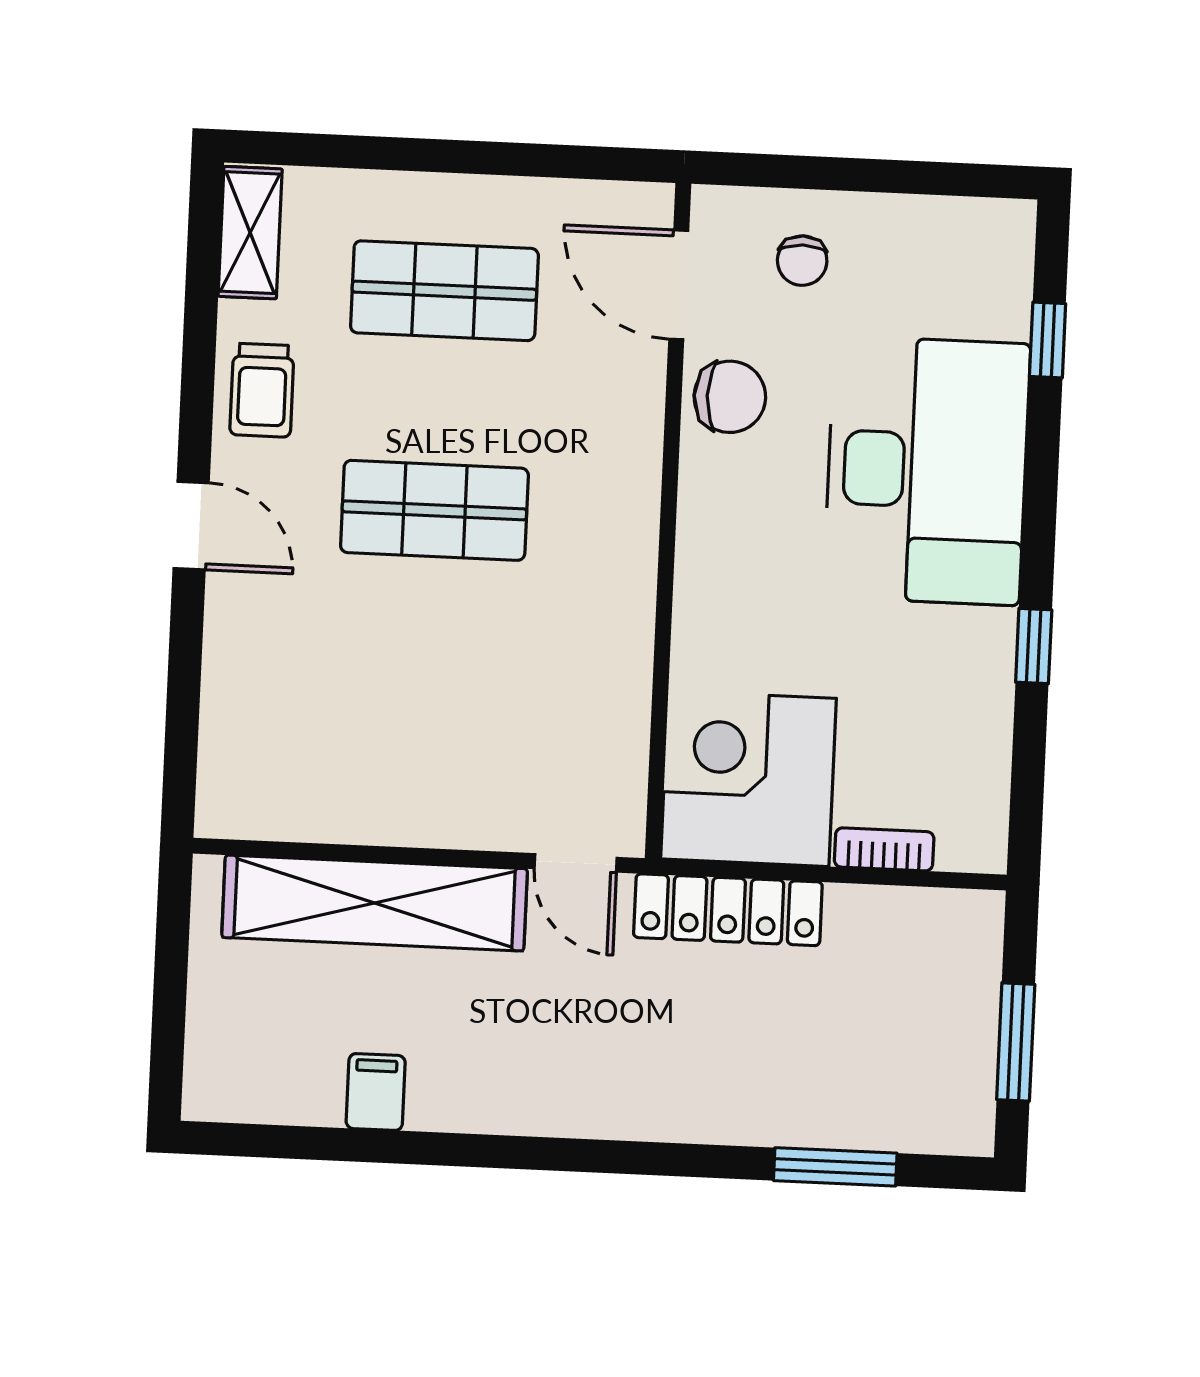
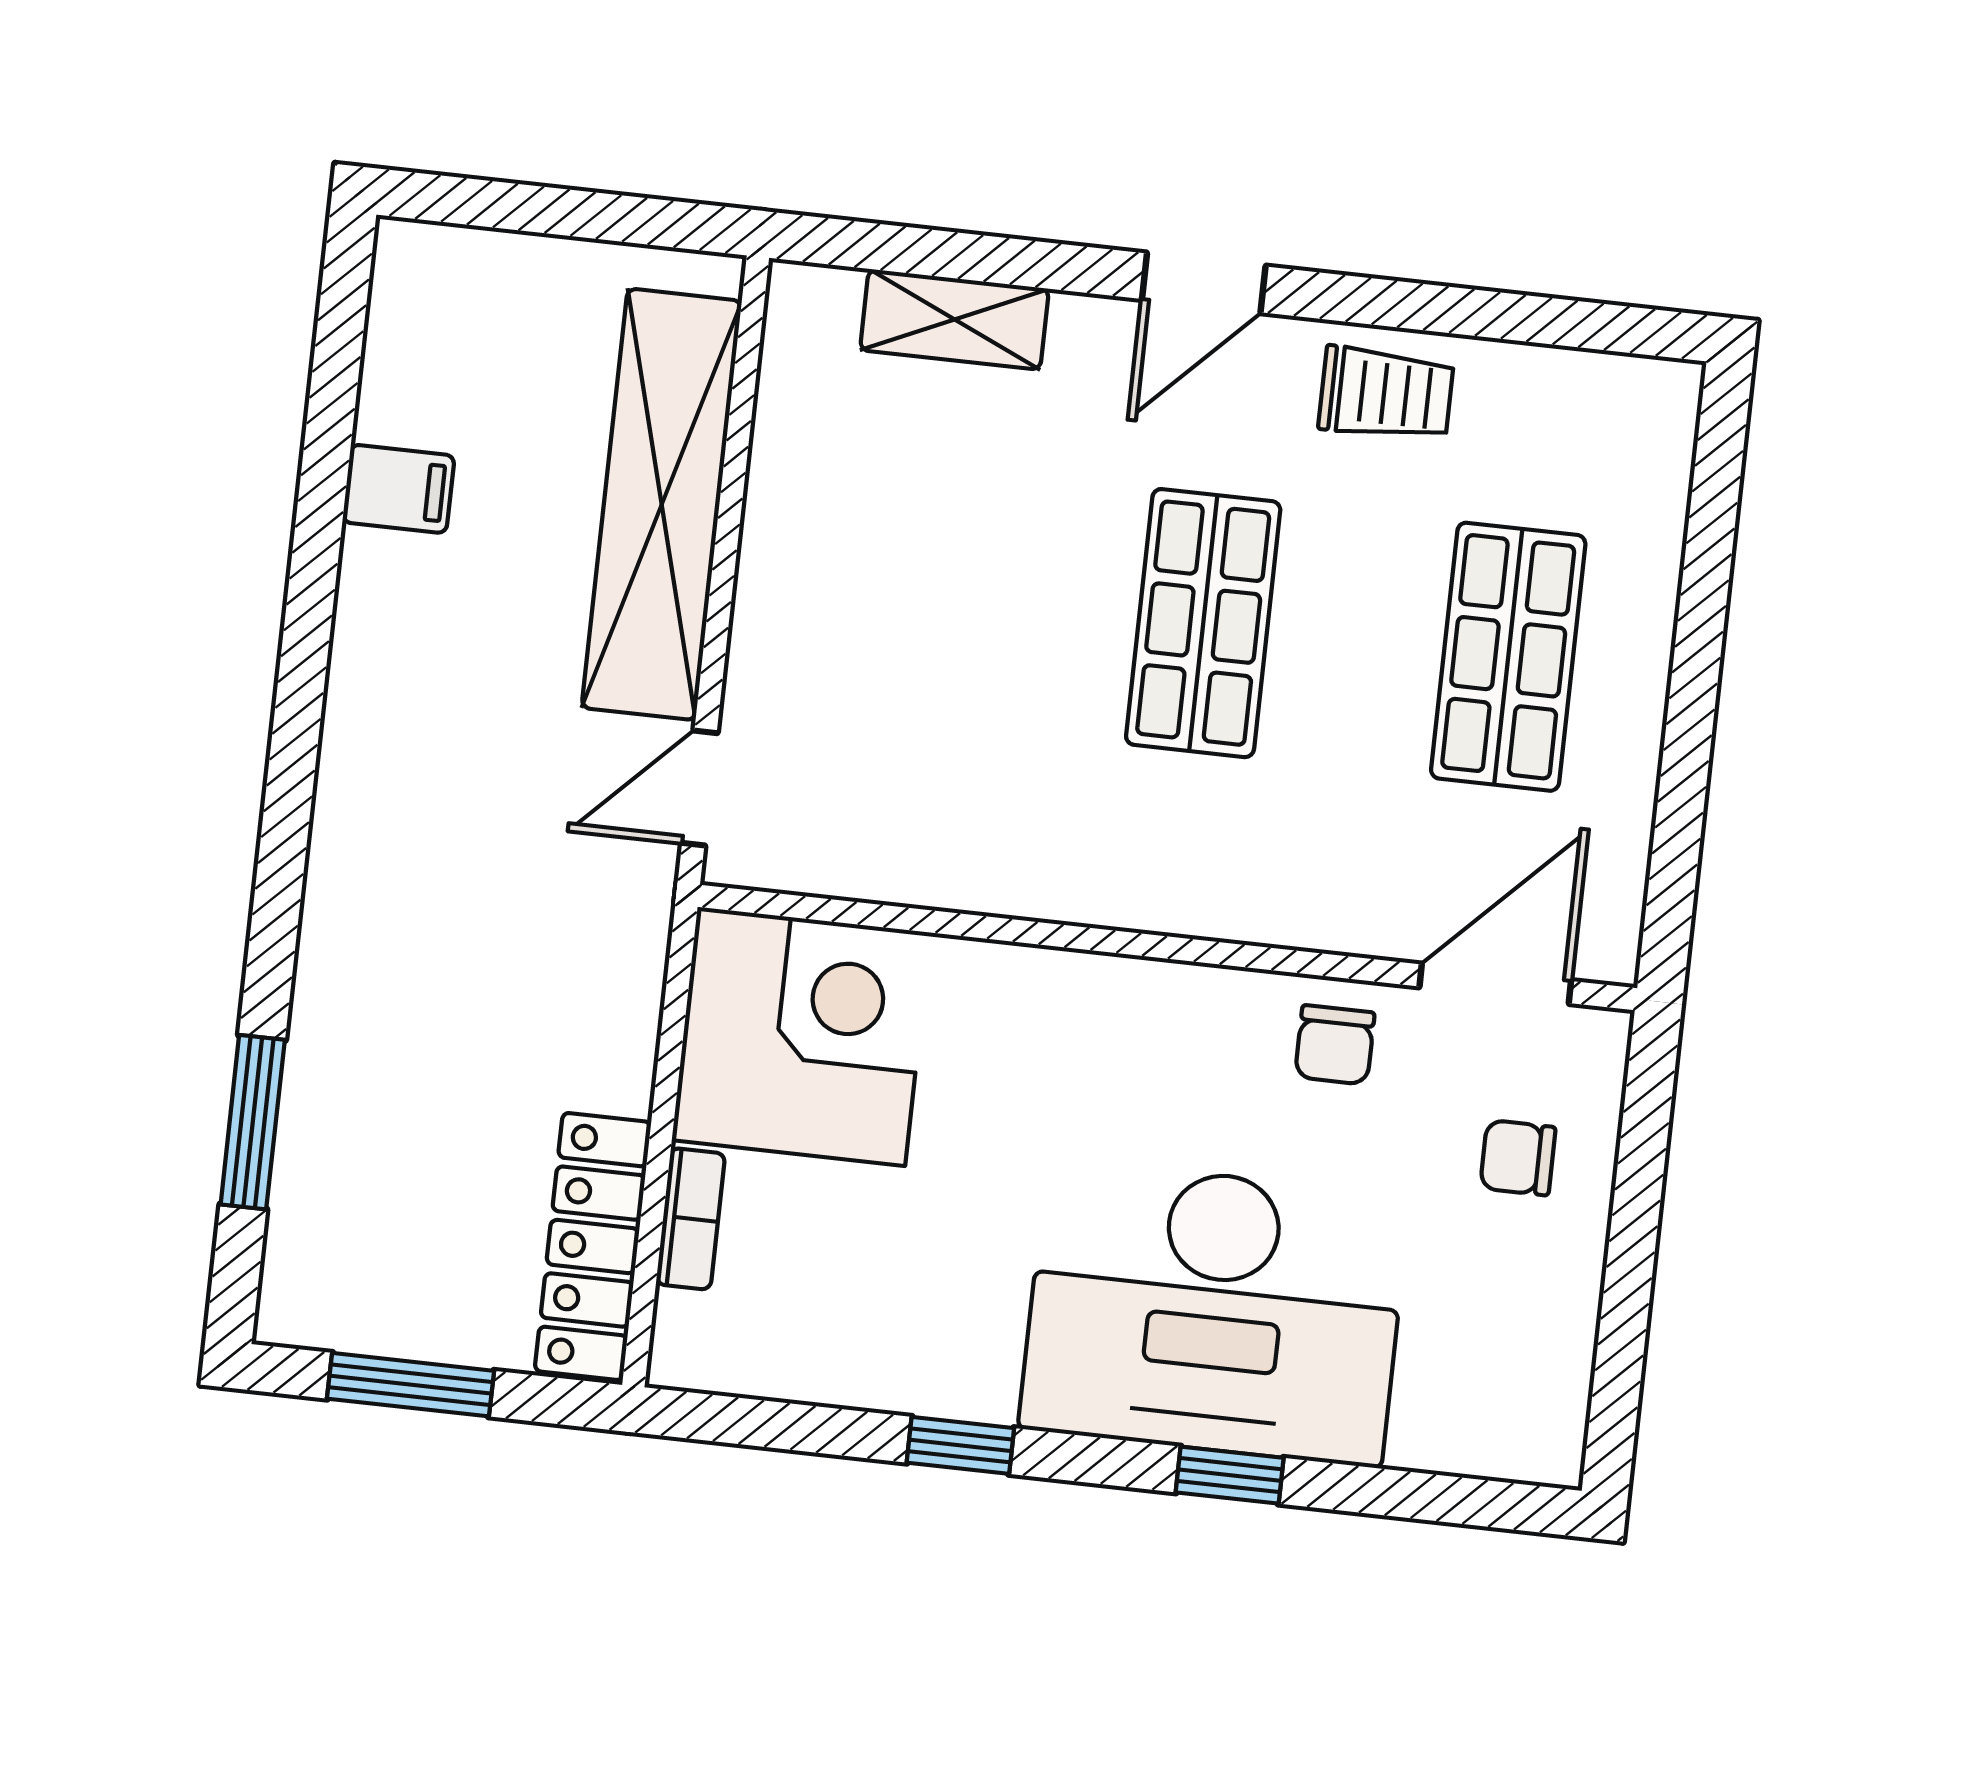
shelving: (250, 233) -> (954, 319), moved
window: (1048, 340) -> (1230, 1475), moved
trolley: (262, 390) -> (1386, 394), turned 180
chair: (730, 397) -> (1335, 1045), width x0.73, depth x0.73
locker: (728, 910) -> (593, 1247), moved

